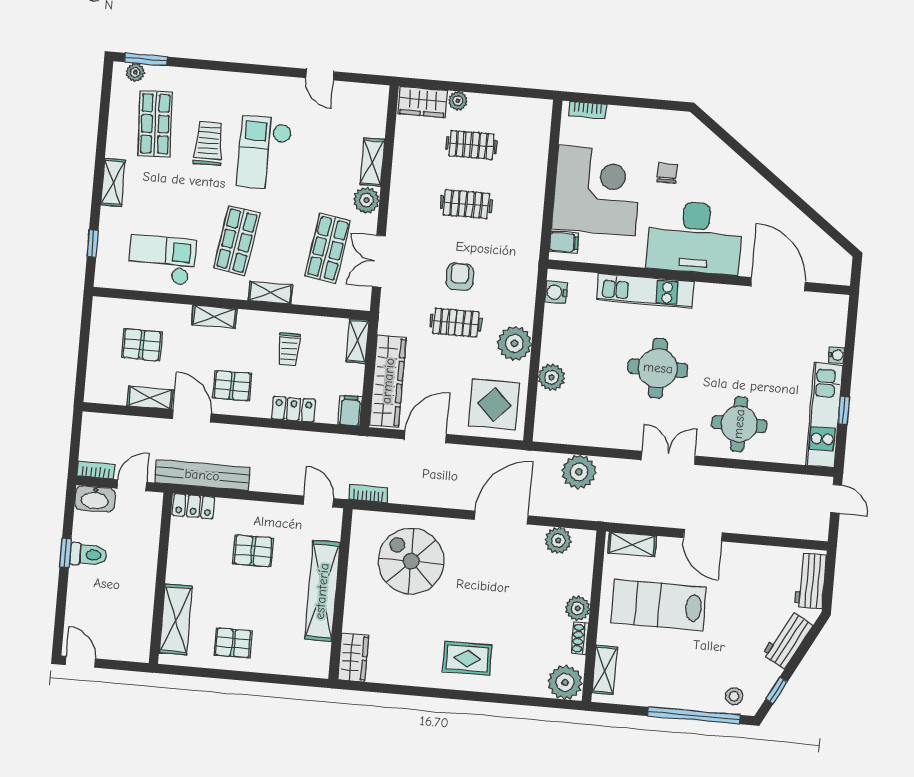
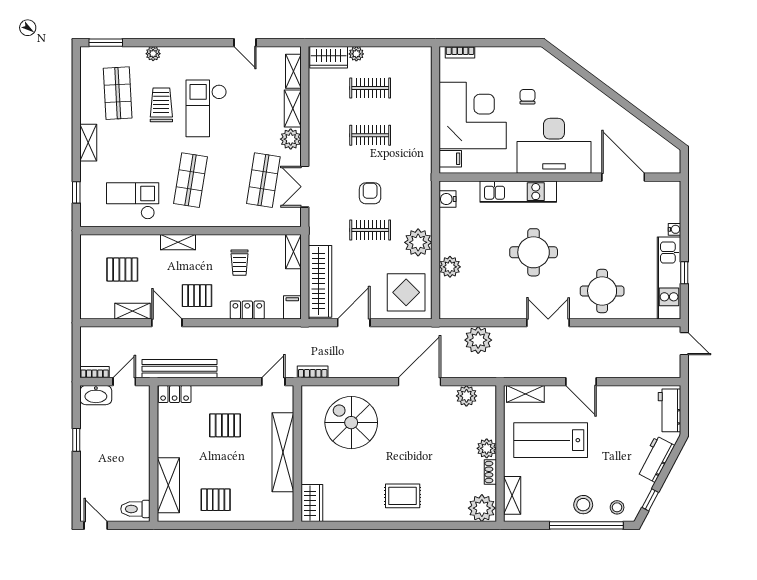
plant: (135, 72) -> (153, 54), moved
shelving: (271, 293) -> (293, 71), moved, turned 90
door: (318, 502) -> (273, 382), hinge flipped
toilet: (88, 555) -> (135, 509), moved, turned 180
stool: (692, 689) -> (583, 505), added

